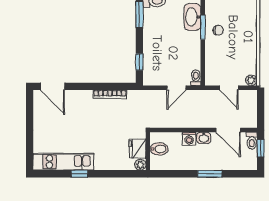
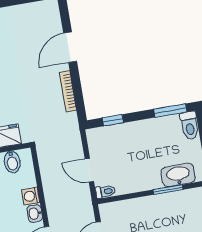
chair: (218, 30) -> (167, 209), removed
door: (52, 86) -> (70, 47), moved

